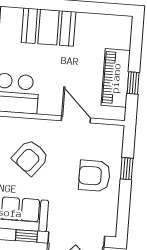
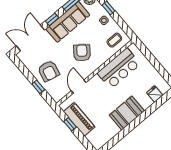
door: (76, 119) -> (79, 87), swing flipped
armchair: (94, 176) -> (49, 71), turned 103

